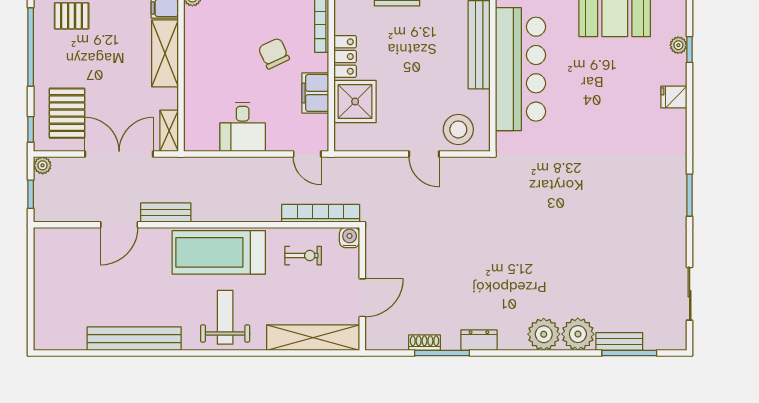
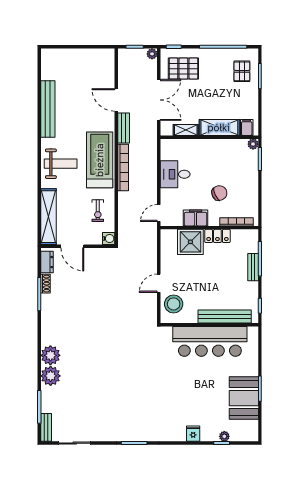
shelving: (169, 131) -> (186, 130), moved
bookcase: (321, 213) -> (123, 168), moved
dresser: (479, 340) -> (47, 262), moved
bench: (619, 341) -> (46, 427), moved

